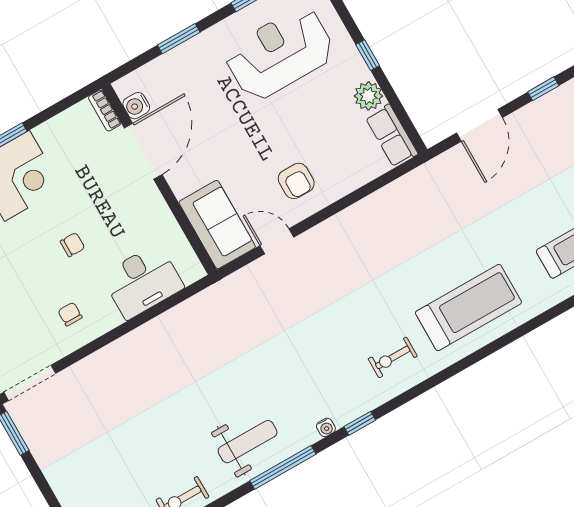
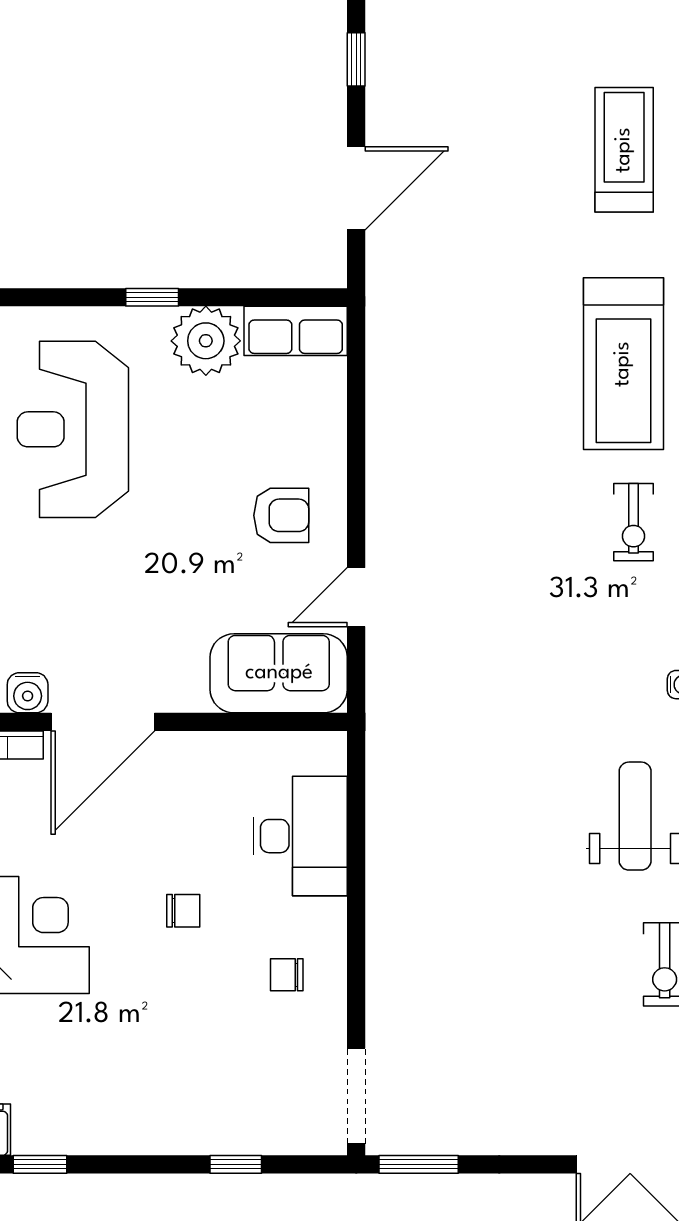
plant: (368, 96) -> (206, 341), width x1.36, depth x1.36
door: (479, 125) -> (356, 188), hinge flipped
door: (143, 151) -> (103, 722), swing flipped
chair: (72, 245) -> (183, 911), turned 90
treadmill: (468, 307) -> (623, 364), turned 180

